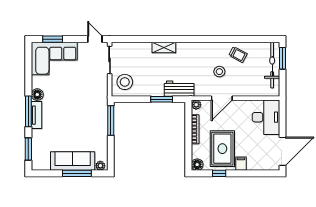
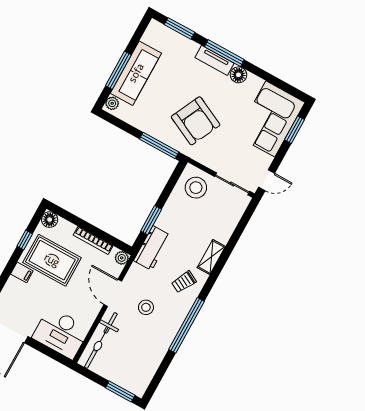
window: (217, 39) -> (186, 325), added
trolley: (238, 55) -> (184, 282), moved
bicycle: (272, 65) -> (101, 340), moved, turned 90
armchair: (82, 106) -> (196, 121), added

